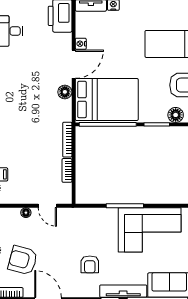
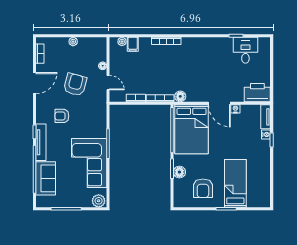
floor lamp: (65, 92) -> (180, 96), moved
floor lamp: (176, 115) -> (179, 172), moved
door: (47, 206) -> (108, 83), swing flipped
armchair: (23, 260) -> (75, 84), moved

